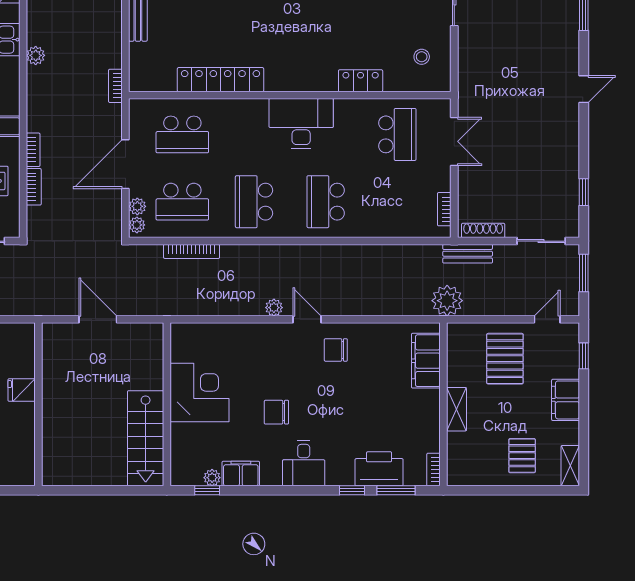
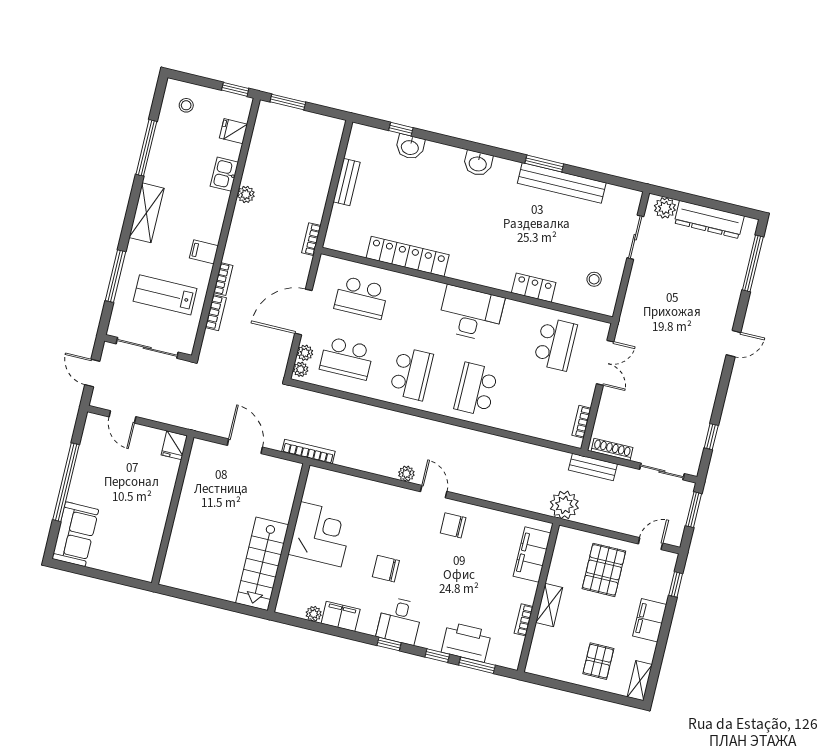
school desk: (254, 202) -> (411, 374), turned 180
bookcase: (192, 251) -> (308, 452), moved, turned 180
fridge: (22, 390) -> (174, 445), moved, turned -90
bookcase: (434, 470) -> (524, 620), moved
window: (207, 490) -> (389, 644), moved

